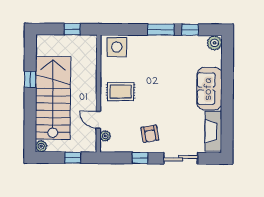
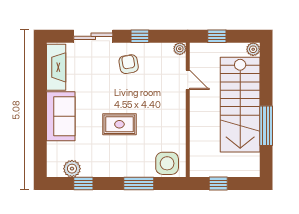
window: (161, 30) -> (139, 184), moved
plant: (215, 43) -> (72, 169), moved
window: (30, 79) -> (266, 126), width x2.17
rug: (121, 92) -> (119, 124), moved
plant: (105, 136) -> (180, 49), moved

